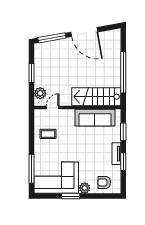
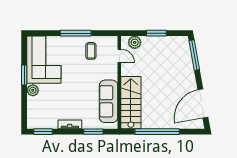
door: (84, 32) -> (203, 104), moved
window: (123, 162) -> (43, 132), moved
window: (32, 169) -> (76, 33), moved
armchair: (104, 182) -> (39, 111), removed

